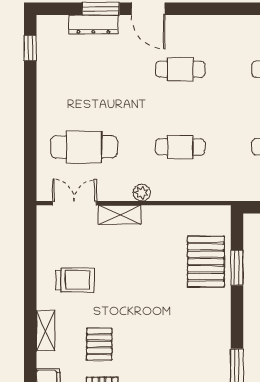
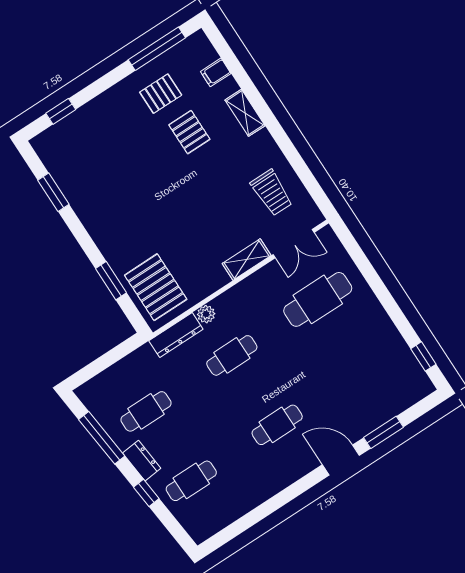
dresser: (93, 25) -> (176, 335), moved, turned 180
plant: (142, 193) -> (206, 314), moved
pallet: (206, 262) -> (156, 287), moved
trolley: (75, 280) -> (272, 193), moved, turned -90

